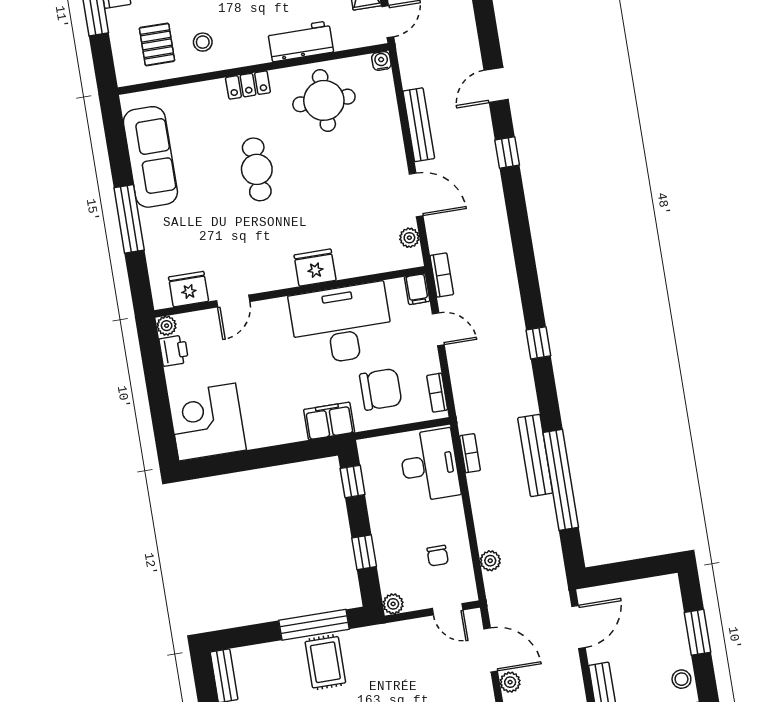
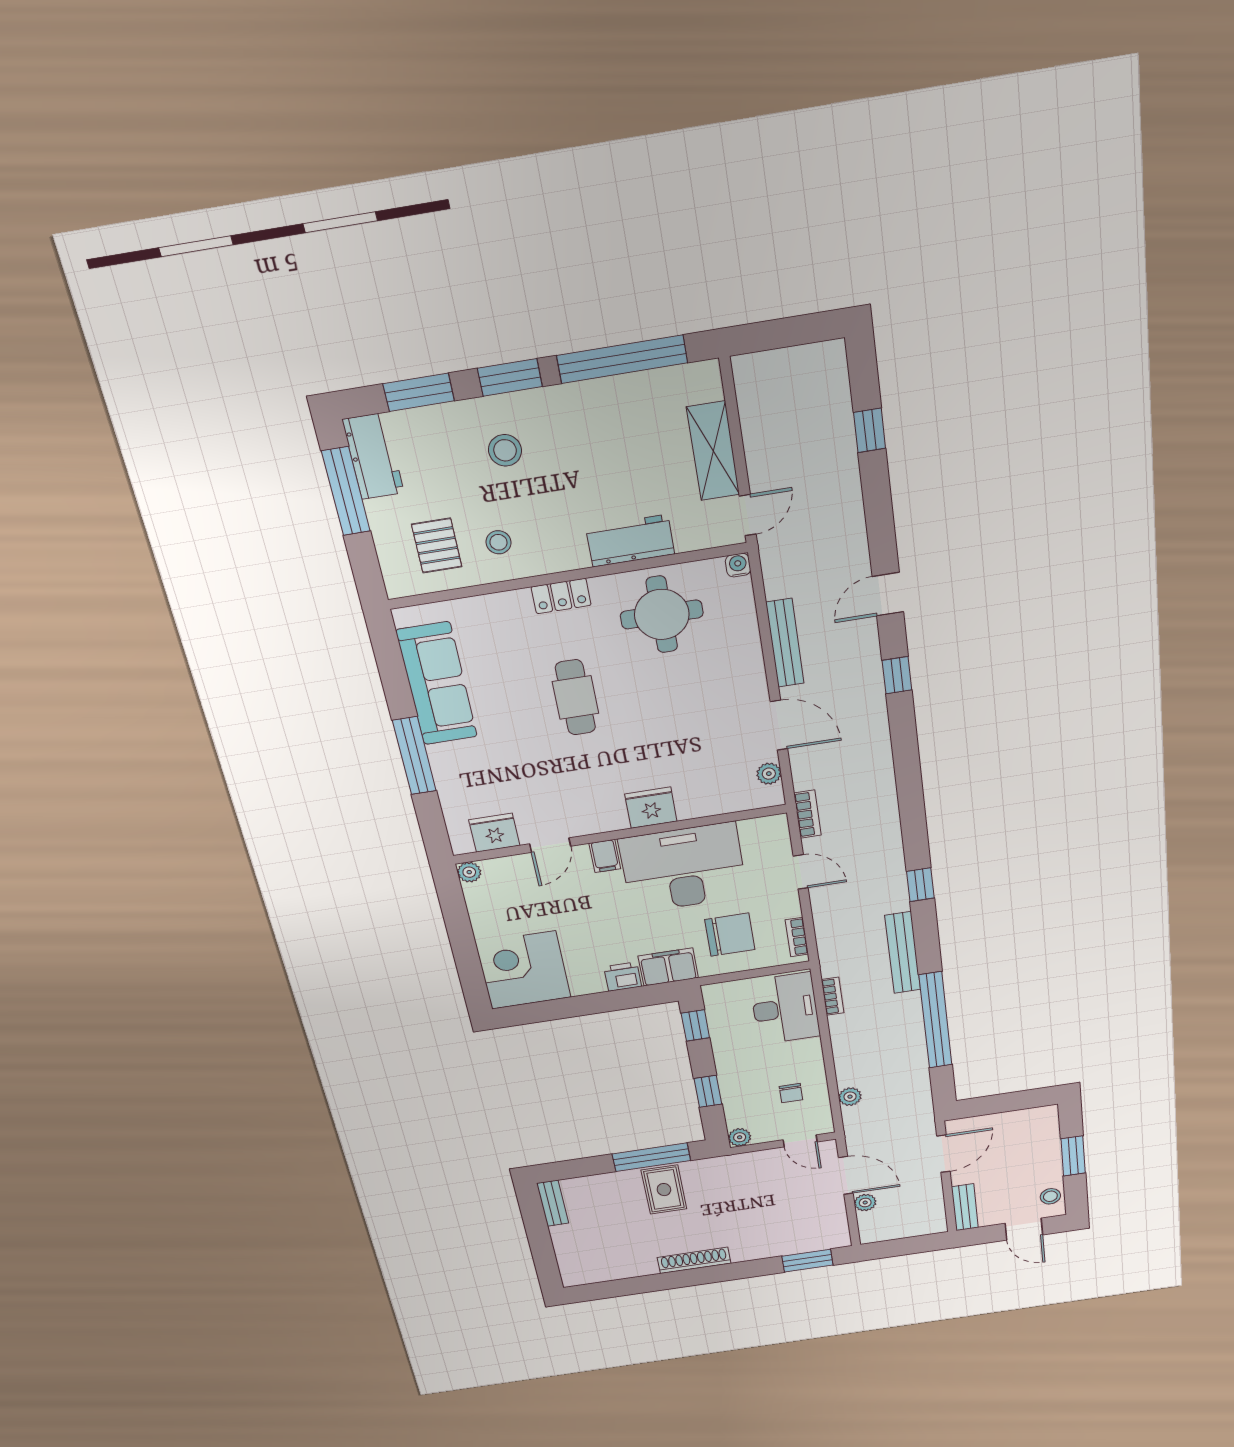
filing cabinet: (417, 289) -> (605, 856), moved
printer: (174, 351) -> (623, 977), moved, turned -90
bench: (535, 455) -> (903, 953), moved

